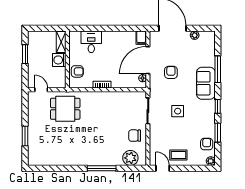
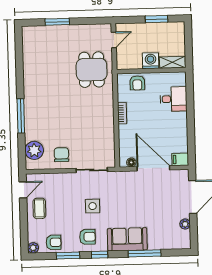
armchair: (171, 72) -> (87, 237), moved

